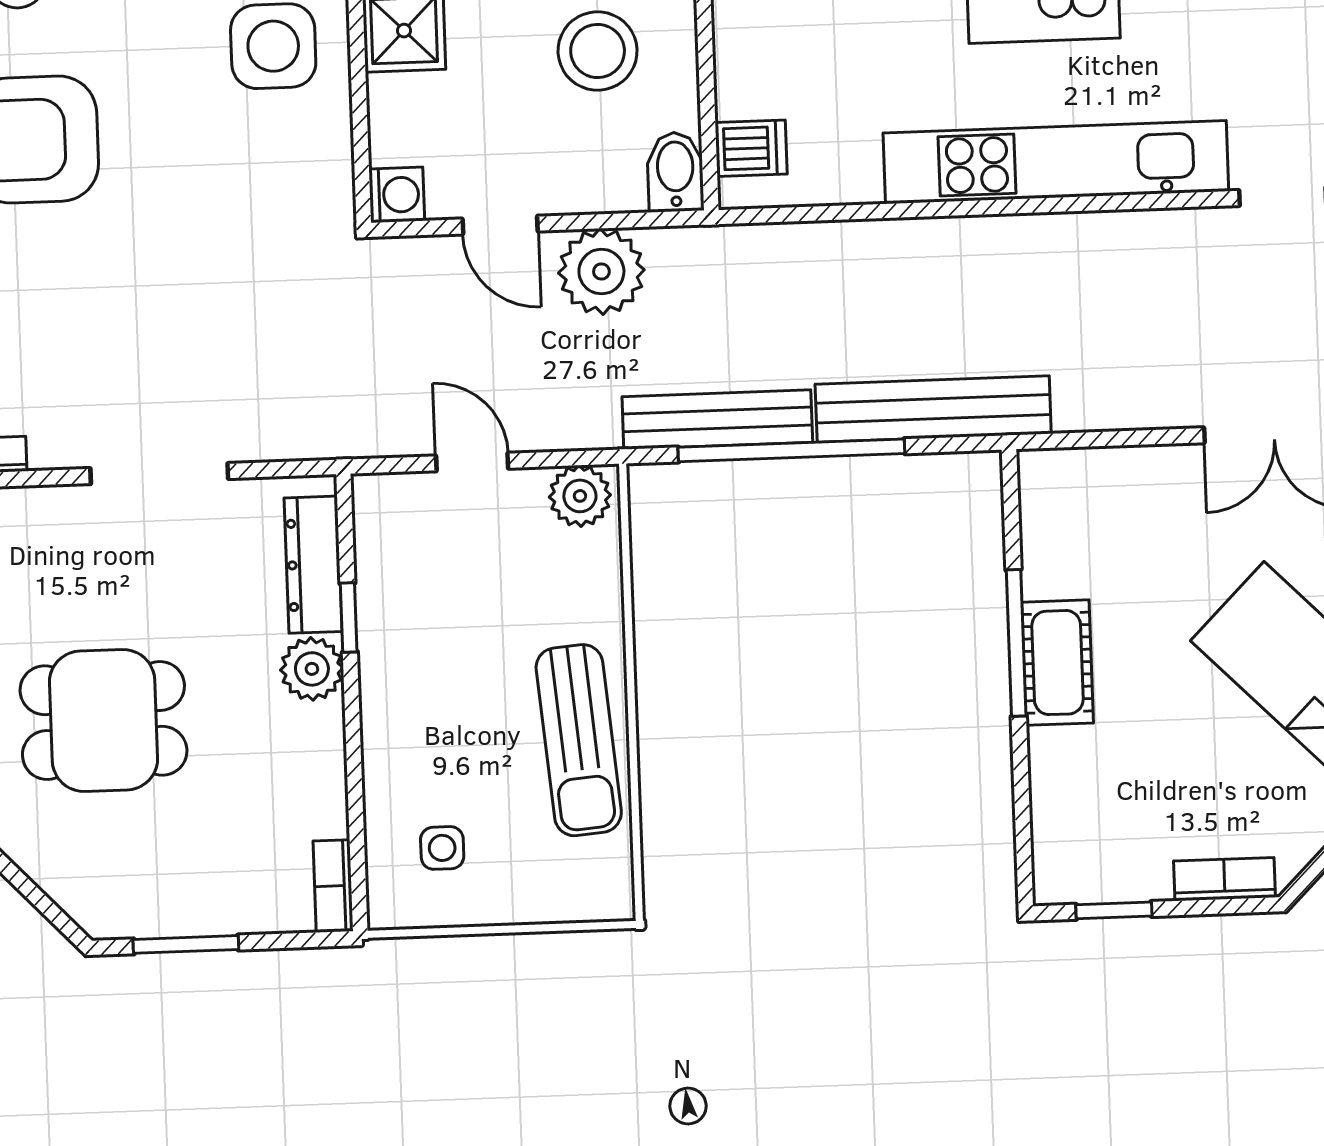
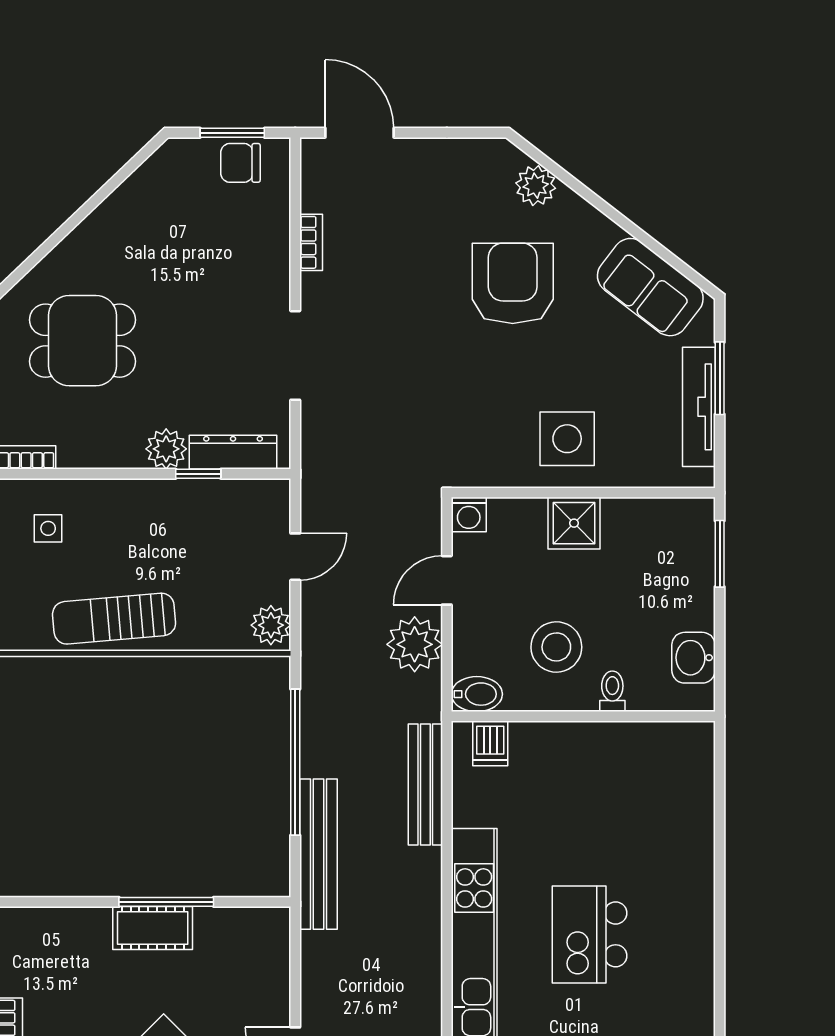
bench: (717, 420) -> (425, 785), moved
dining table: (103, 721) -> (83, 341), moved, turned 90

